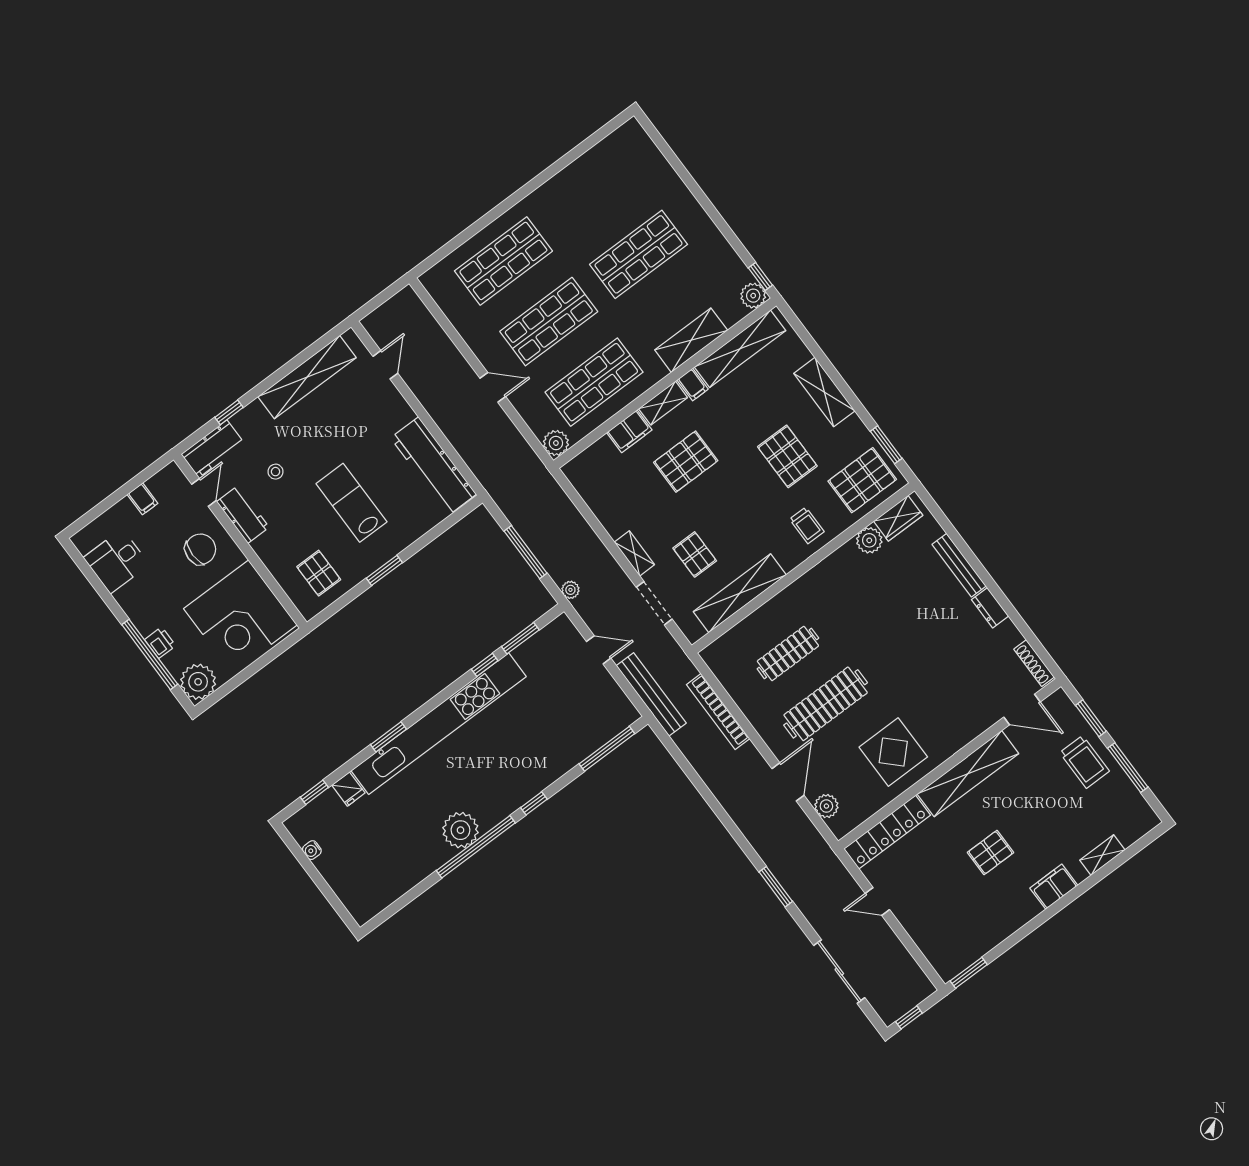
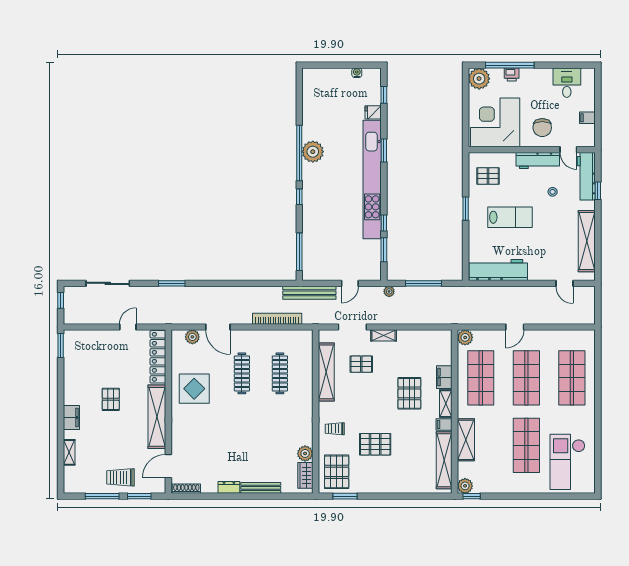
checkout: (619, 183) -> (568, 462), added
shelving: (824, 392) -> (393, 485), removed
workbench: (213, 449) -> (586, 176), width x1.38
workbench: (243, 514) -> (538, 161), width x1.38
clothes rail: (826, 704) -> (242, 373), width x0.73, depth x0.76

